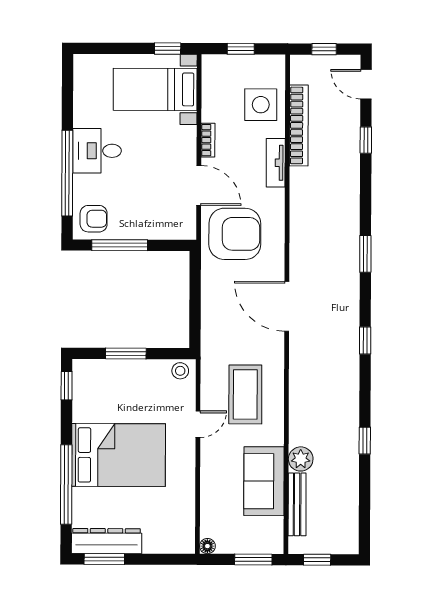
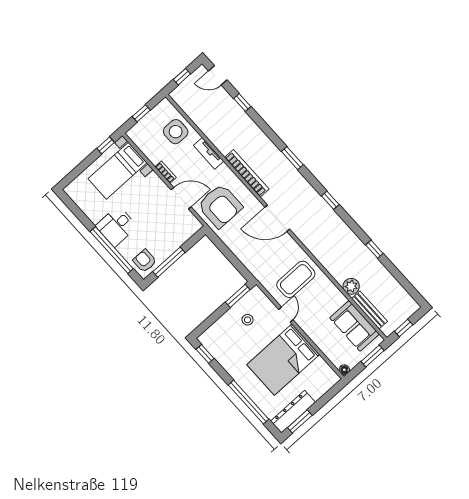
bookcase: (299, 125) -> (247, 173), moved
armchair: (94, 219) -> (145, 261), turned -90
armchair: (235, 234) -> (220, 206), turned 90
window: (126, 353) -> (238, 296), moved
stool: (180, 371) -> (248, 320), moved
coffee table: (245, 394) -> (296, 279), turned 90
bed: (118, 455) -> (283, 360), moved, turned 180
sofa: (264, 481) -> (355, 326), moved

